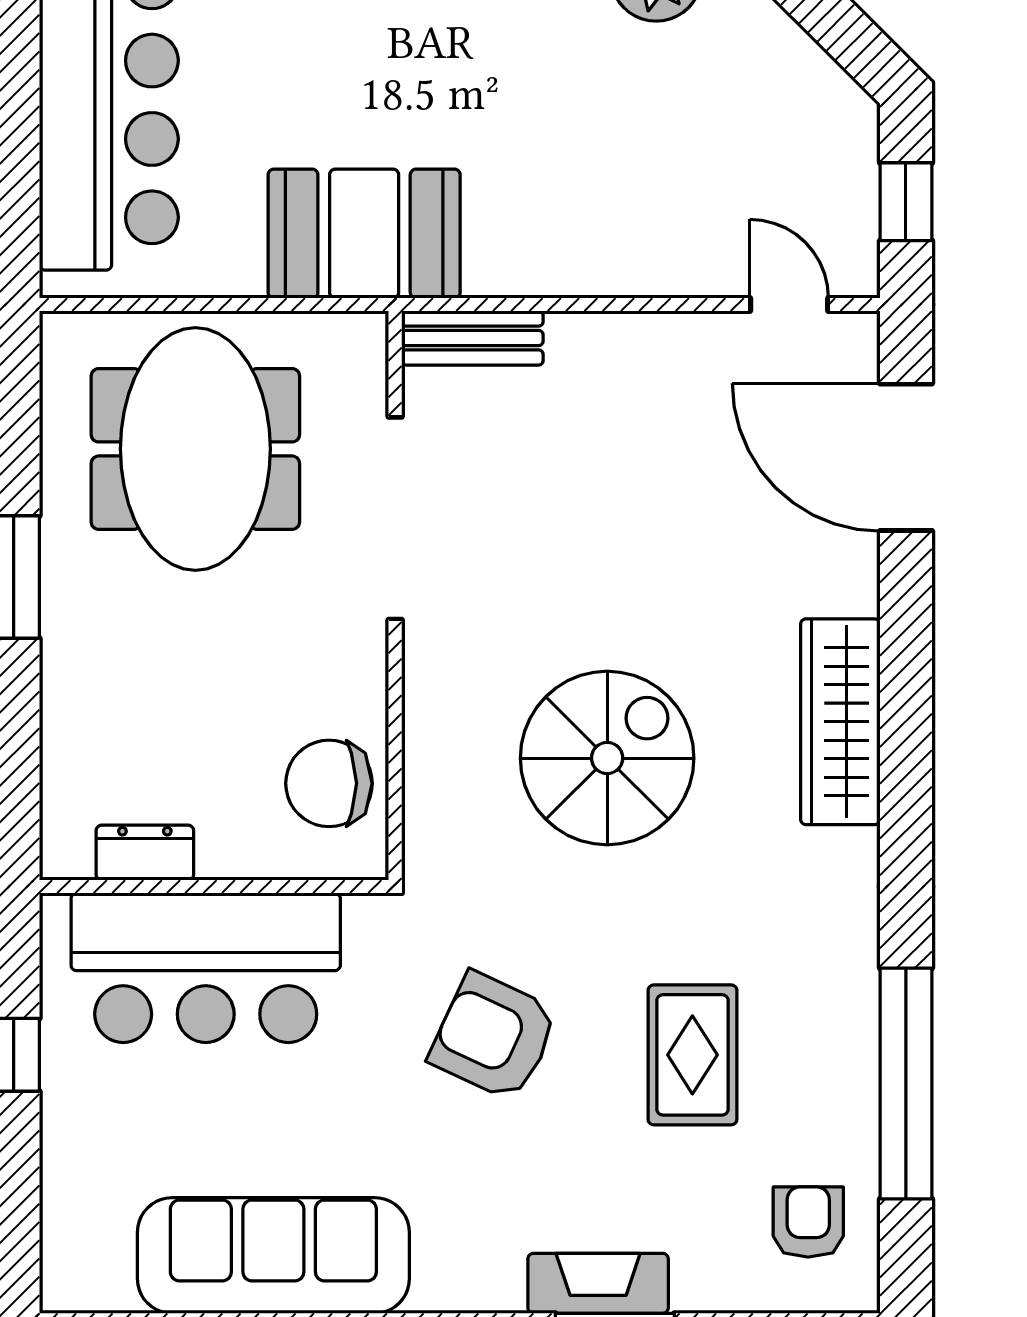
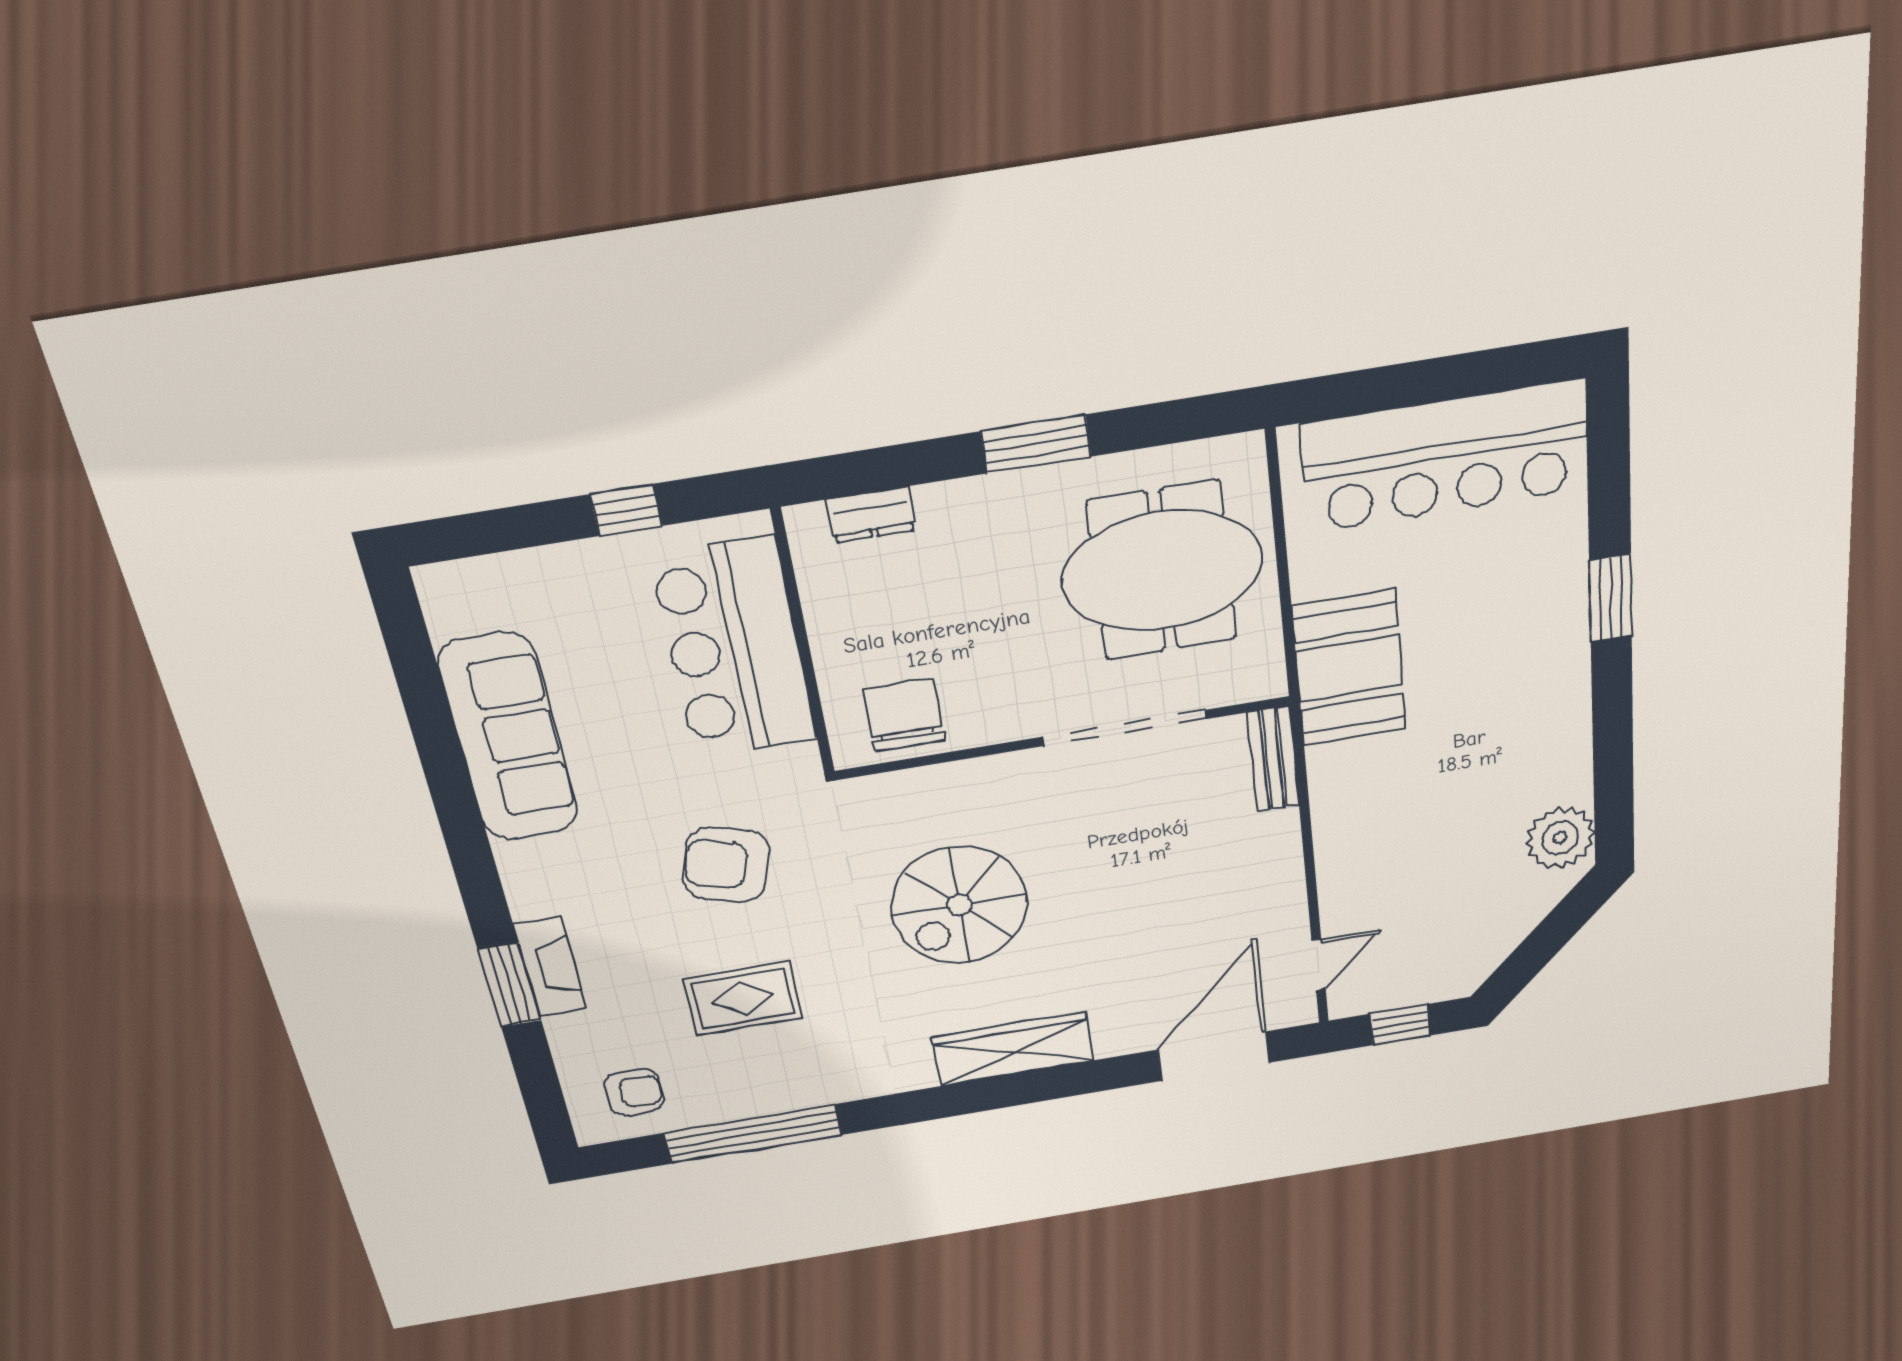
spiral stairs: (607, 758) -> (959, 905), turned 90
dresser: (145, 853) -> (871, 515), moved, turned 90
armchair: (494, 1036) -> (726, 865), turned -98

